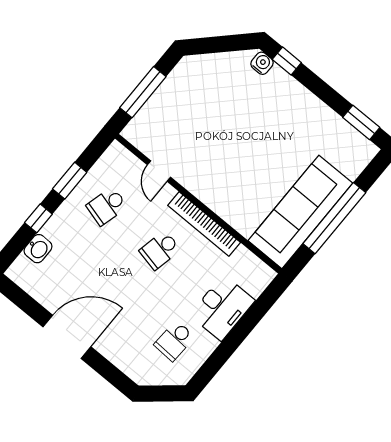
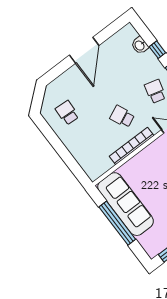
school desk: (160, 250) -> (122, 117), turned -36
desk: (222, 308) -> (80, 145), removed

